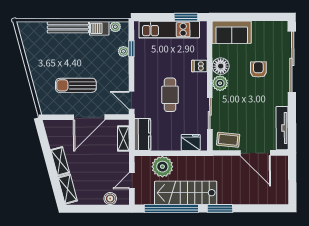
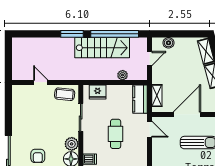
tv unit: (282, 128) -> (17, 104), removed
door: (255, 153) -> (41, 82), width x0.53
plant: (162, 167) -> (123, 75), width x0.53, depth x0.53

